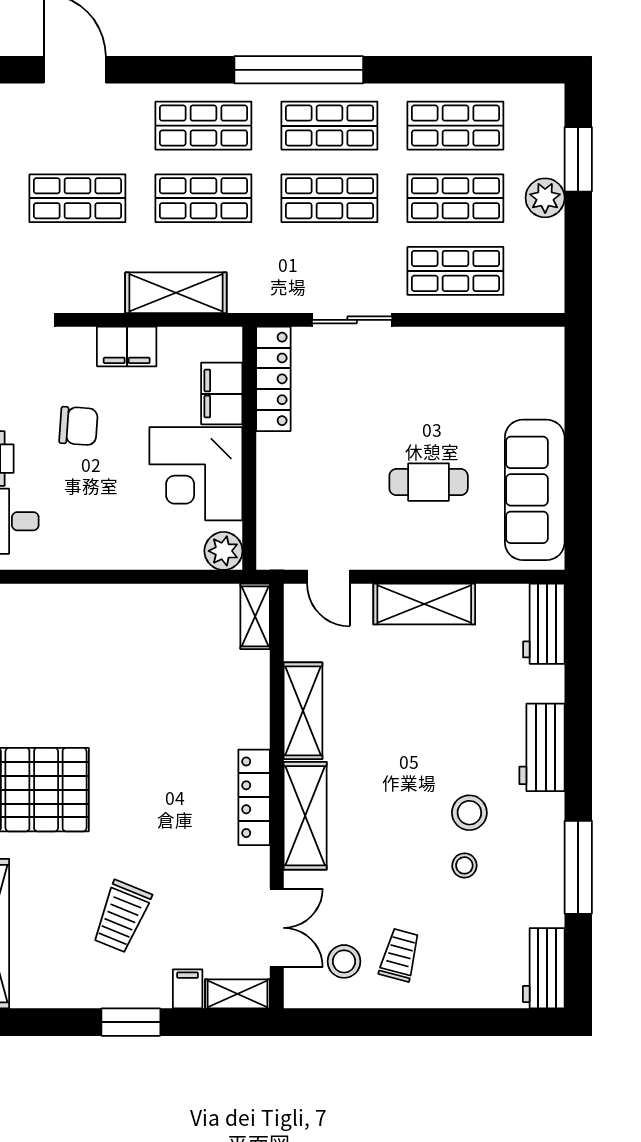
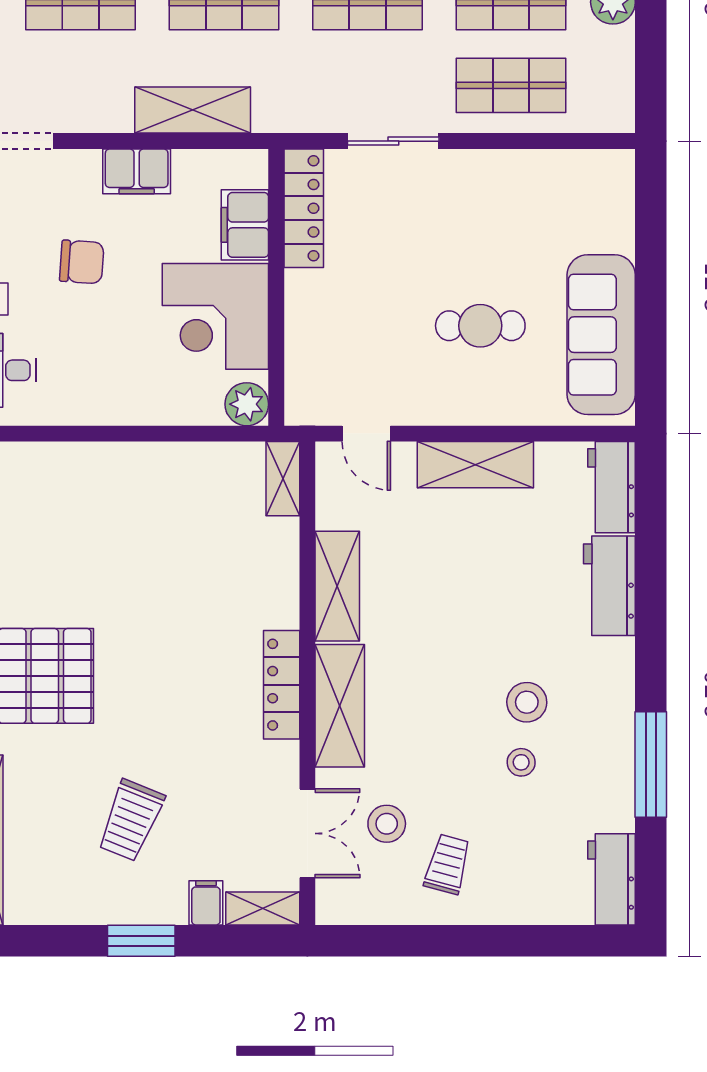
workbench: (542, 747) -> (609, 586), moved
stool: (344, 961) -> (387, 824), moved

